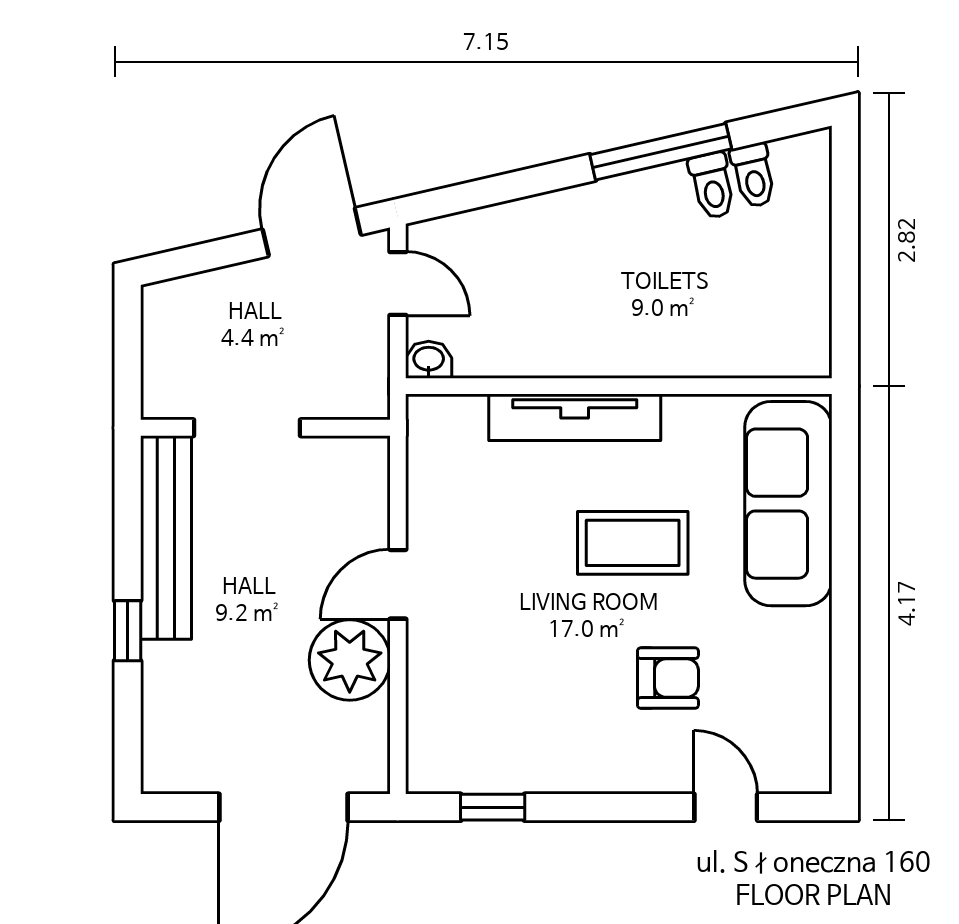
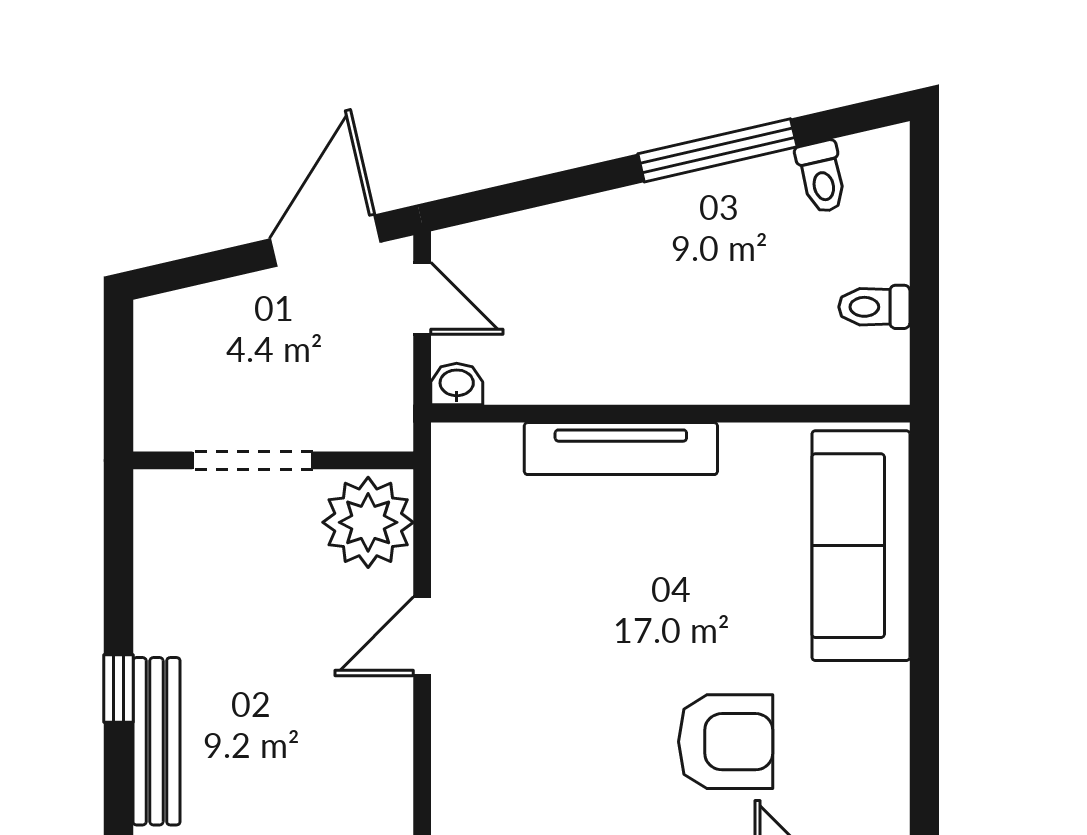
toilet: (712, 186) -> (874, 307), moved, turned 103
bench: (166, 537) -> (156, 741), moved, width x0.73, depth x0.82
coffee table: (633, 543) -> (686, 590), removed
plant: (350, 660) -> (368, 522), moved
armchair: (668, 678) -> (726, 742), width x1.38, depth x1.38

